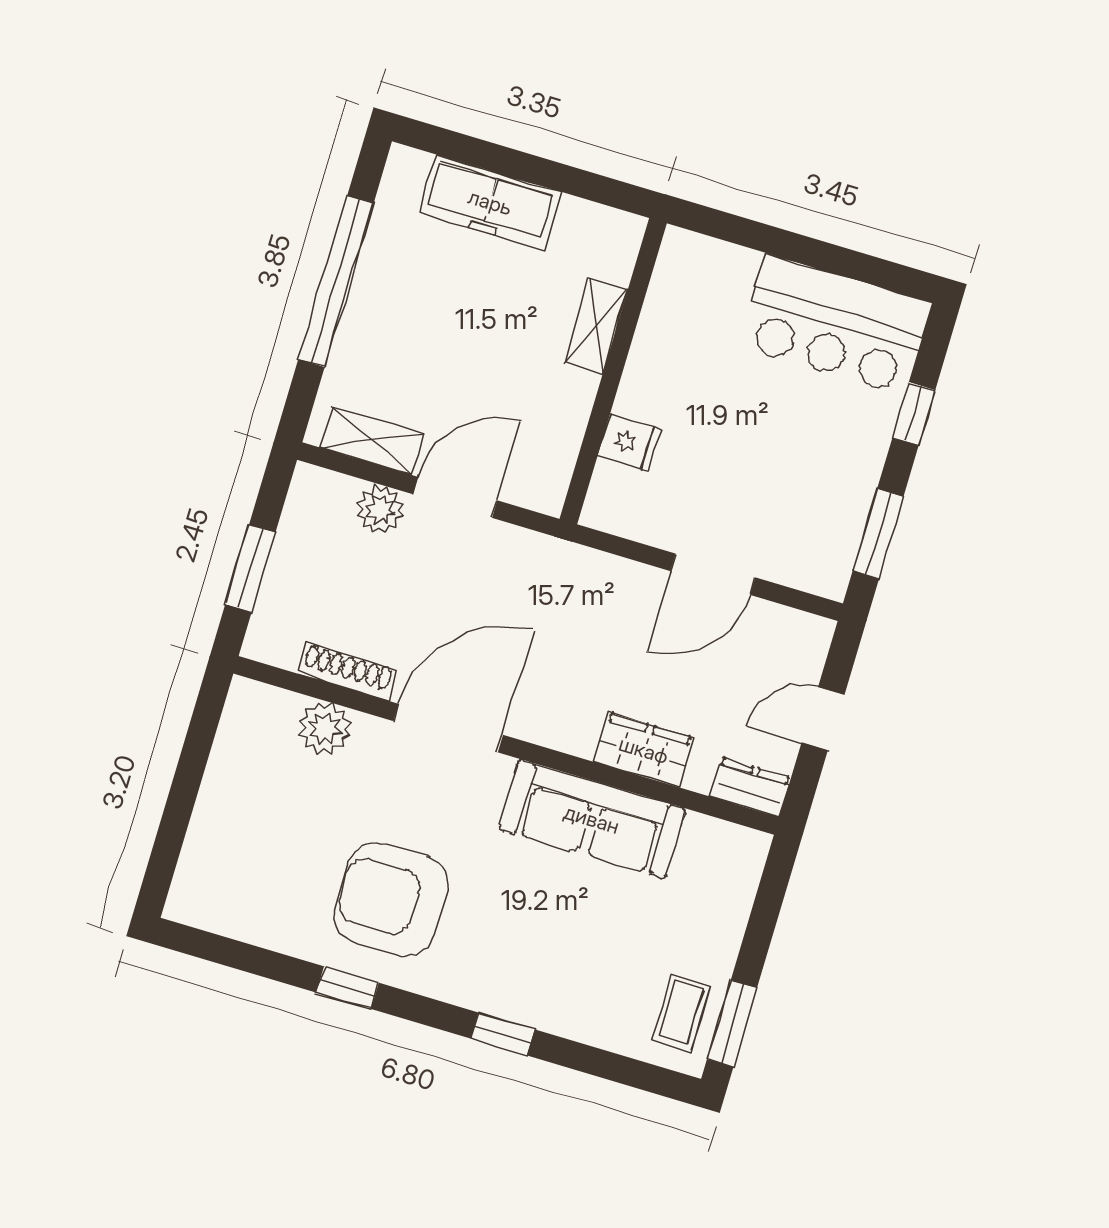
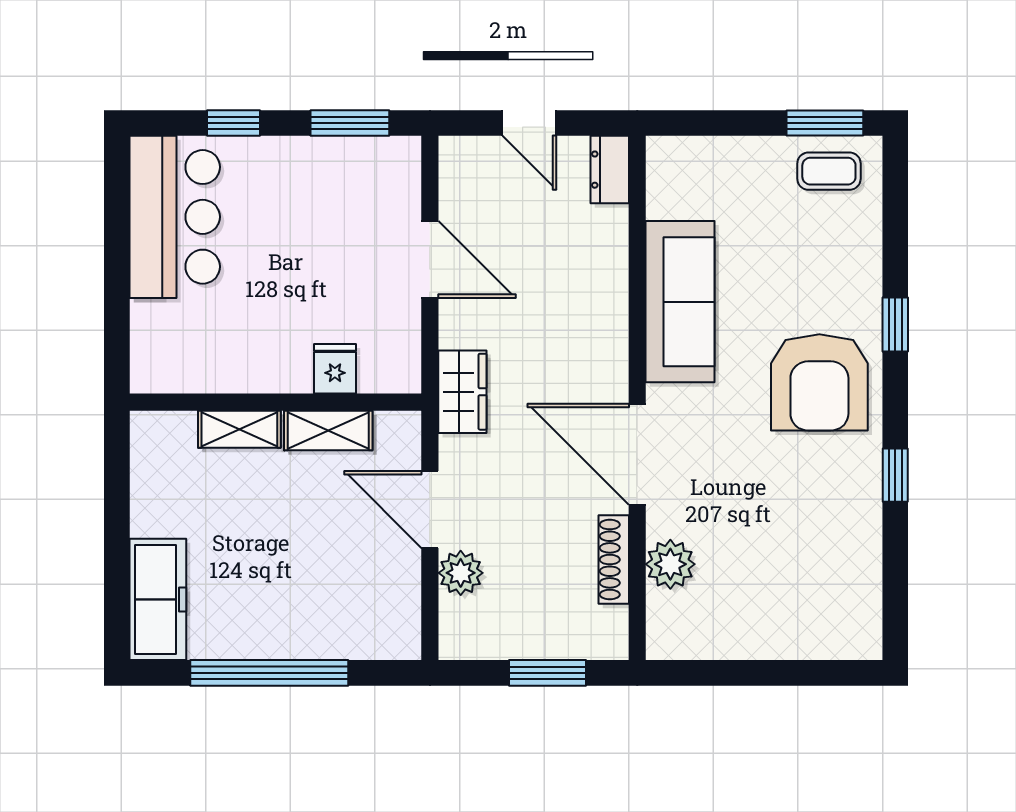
freezer: (490, 202) -> (158, 599), moved
shelving: (372, 441) -> (328, 431), moved, turned 90
wardrobe: (644, 750) -> (462, 392), moved, turned 180
armchair: (391, 900) -> (819, 382), moved

